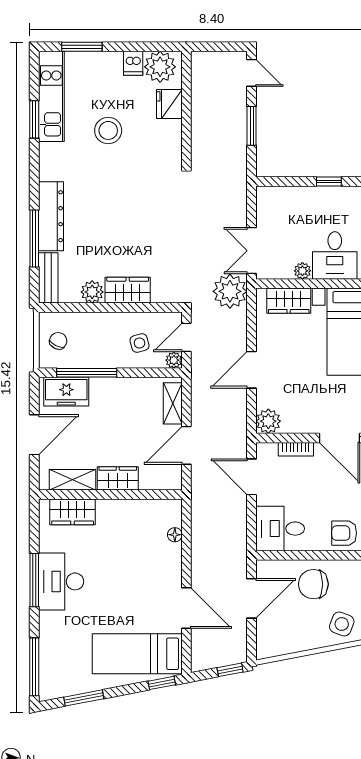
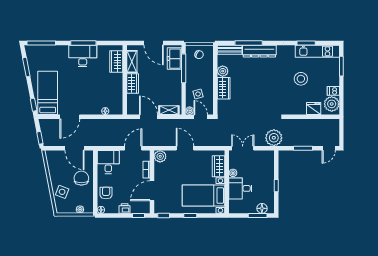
plant: (230, 291) -> (274, 138), moved

